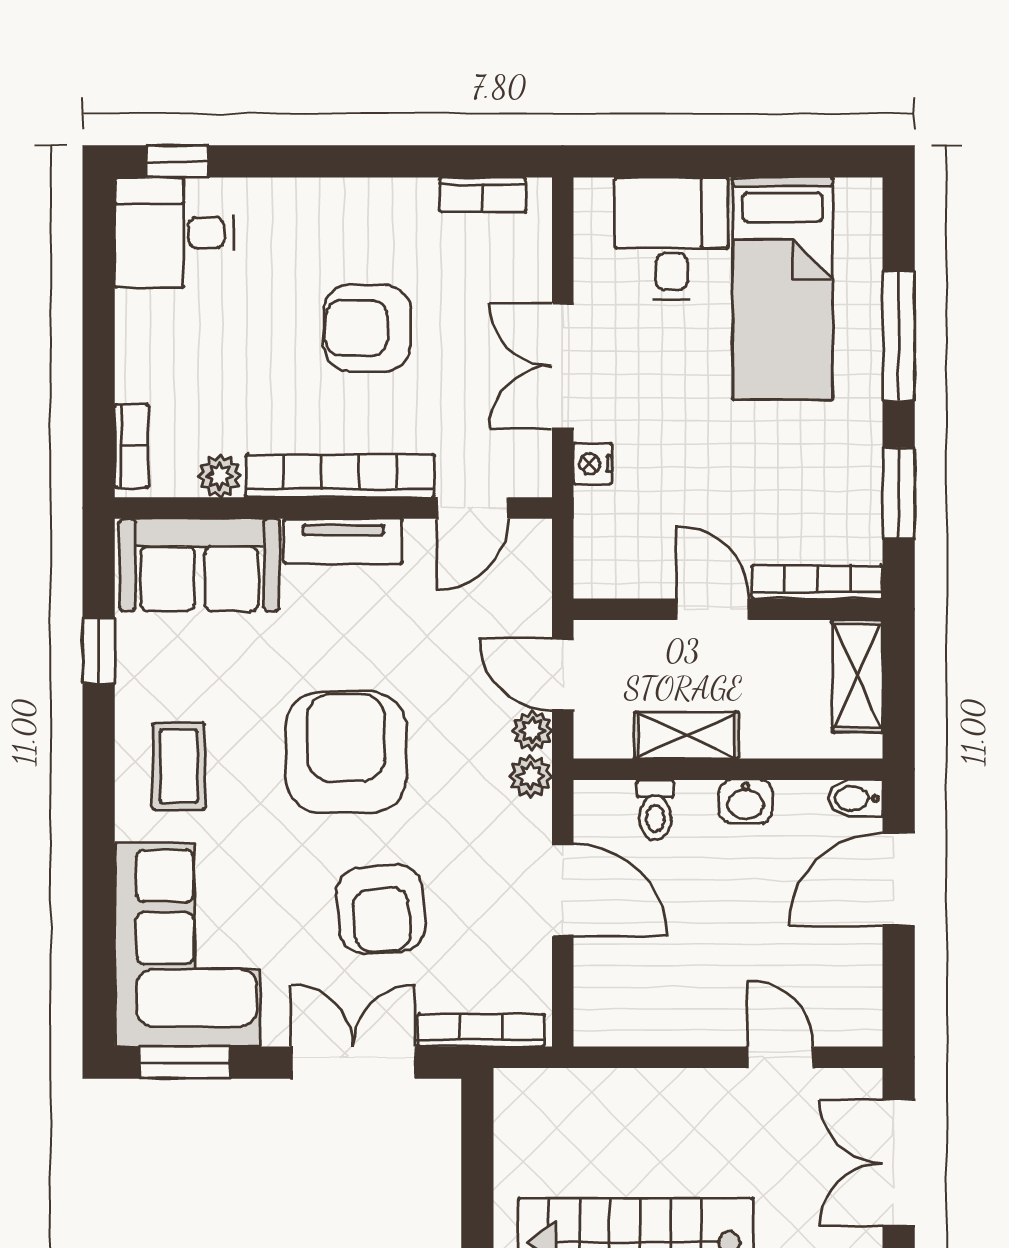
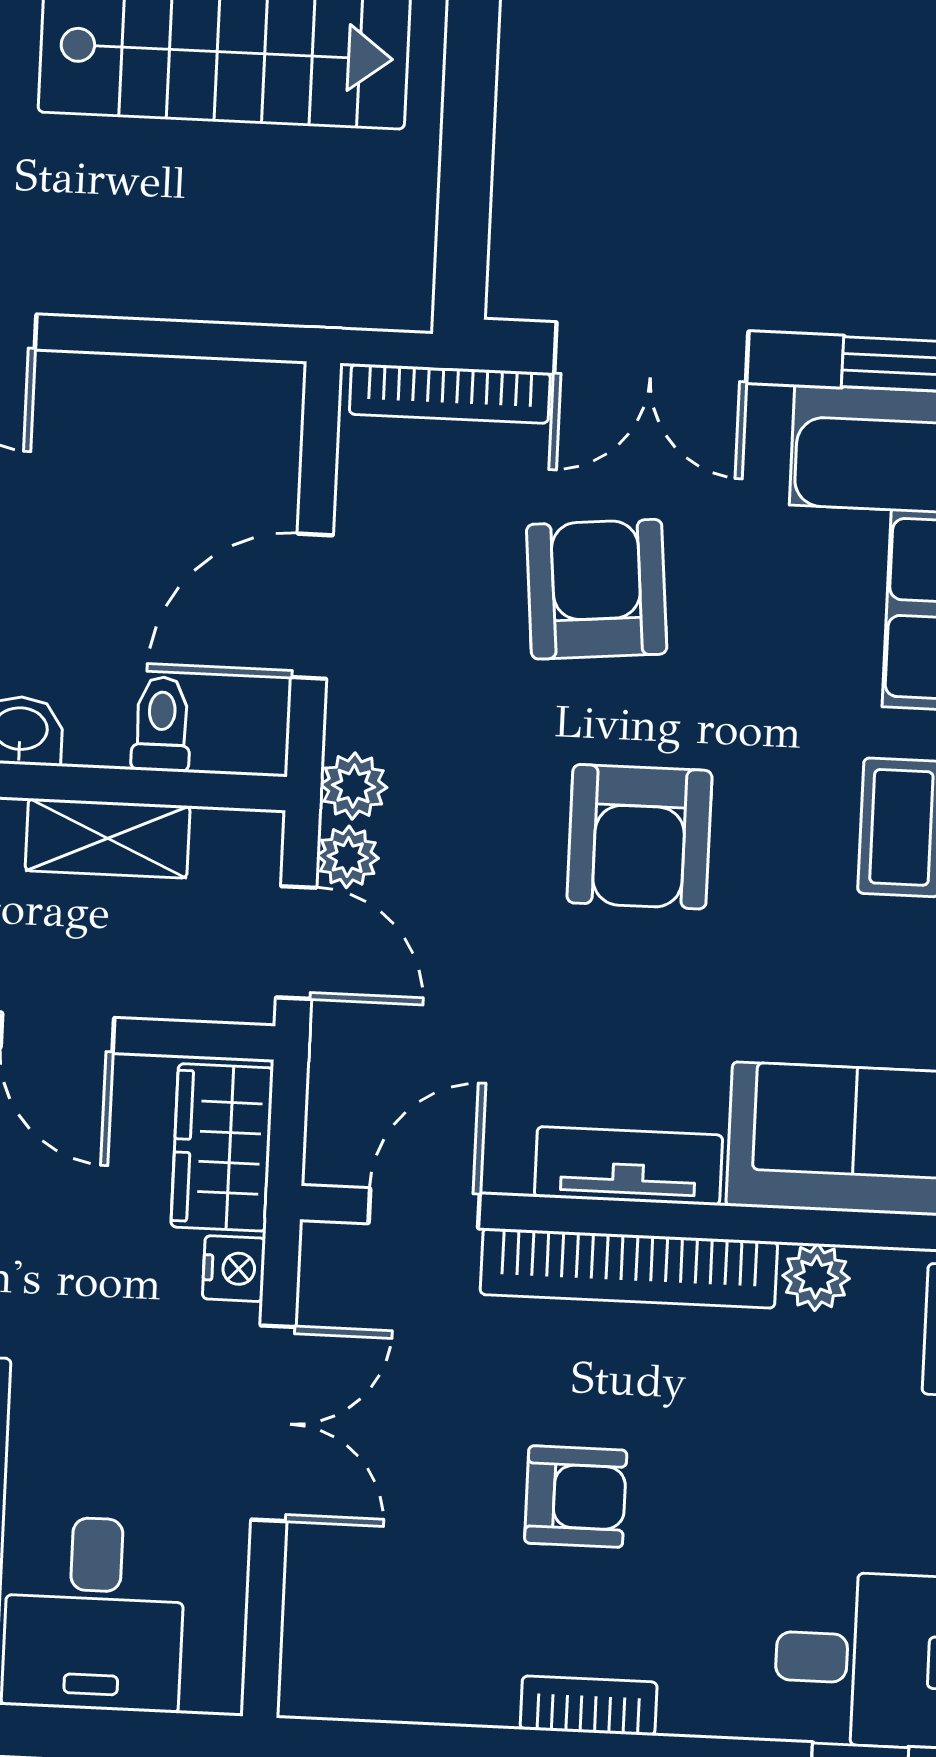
bookcase: (483, 195) -> (589, 1706), moved
armchair: (367, 328) -> (576, 1497), width x0.72, depth x0.72
wardrobe: (604, 541) -> (222, 1147), added
armchair: (346, 752) -> (639, 837), width x0.73, depth x0.73
door: (563, 890) -> (312, 606), hinge flipped

